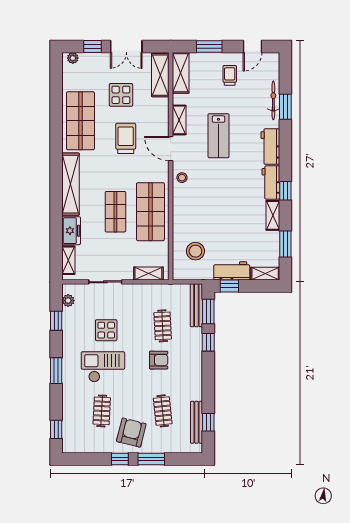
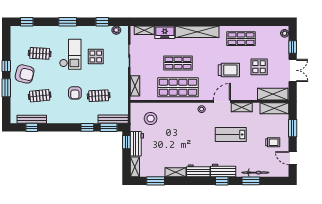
double door: (126, 47) -> (293, 70), swing flipped
shop shelf: (80, 121) -> (241, 39), width x0.70, depth x0.74
window: (285, 191) -> (222, 181), moved

